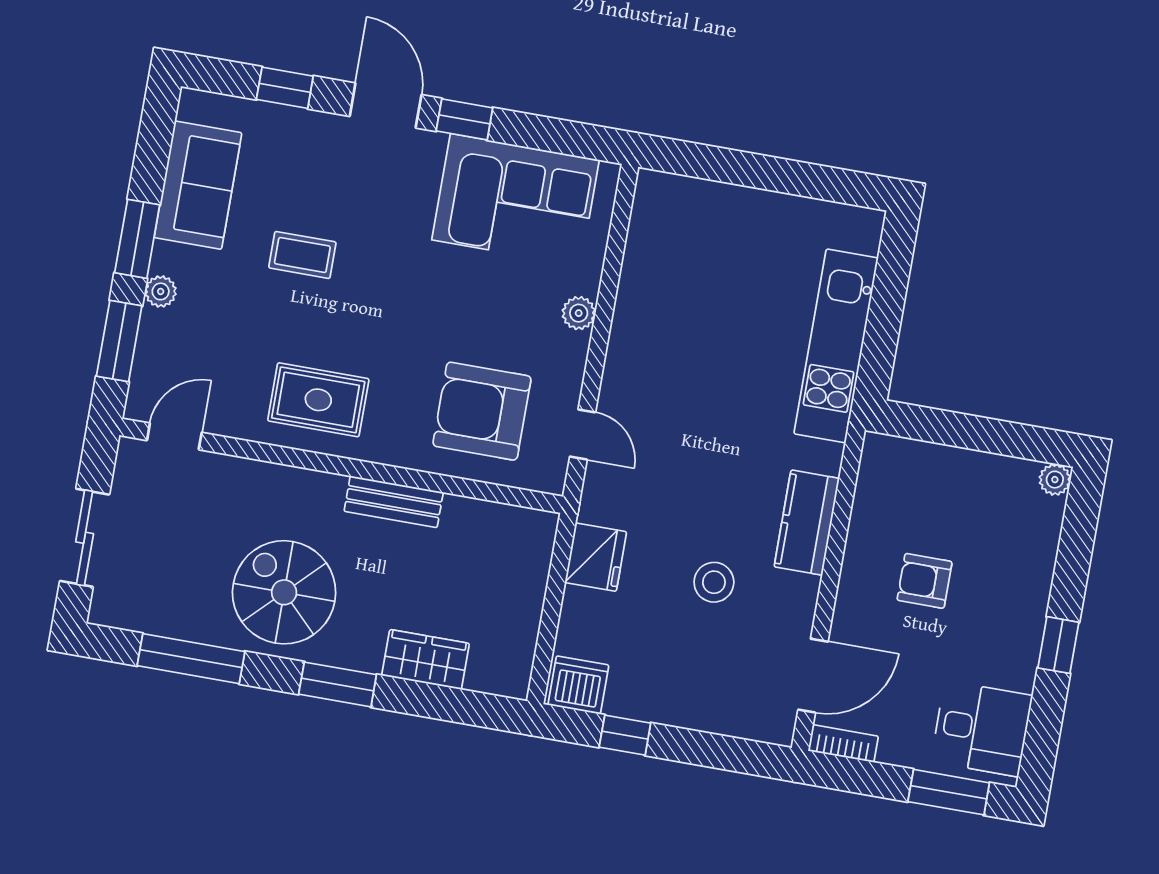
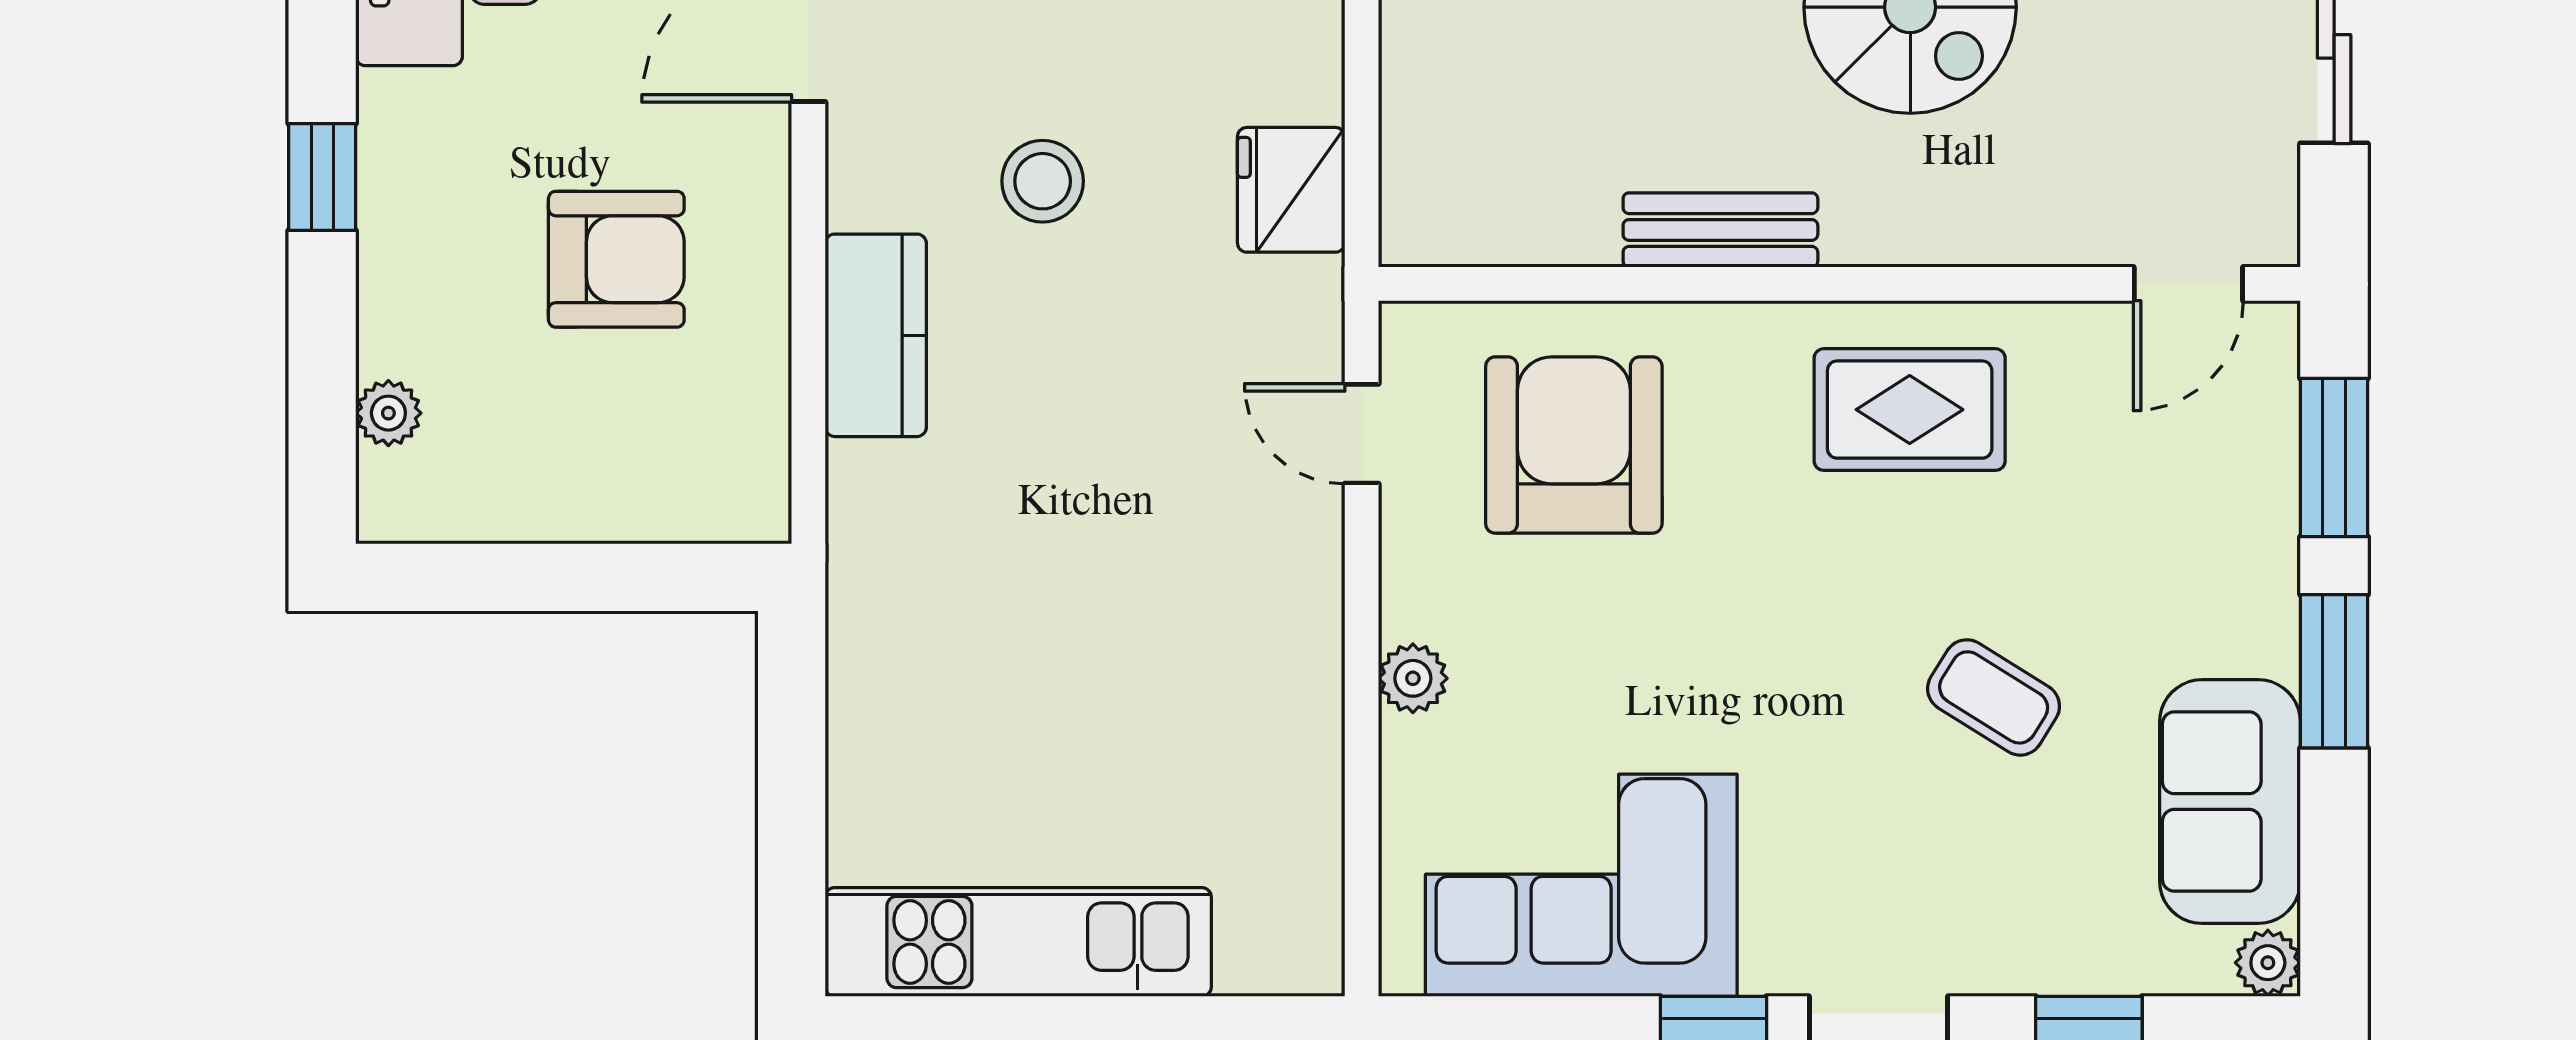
coffee table: (302, 255) -> (1994, 697), turned 32
plant: (161, 291) -> (2268, 963), moved
kitchen unit: (836, 346) -> (1018, 942), moved, turned -90
armchair: (482, 411) -> (1574, 445), turned -90
plant: (1055, 480) -> (388, 413), moved
armchair: (925, 581) -> (616, 259), width x1.38, depth x1.38

